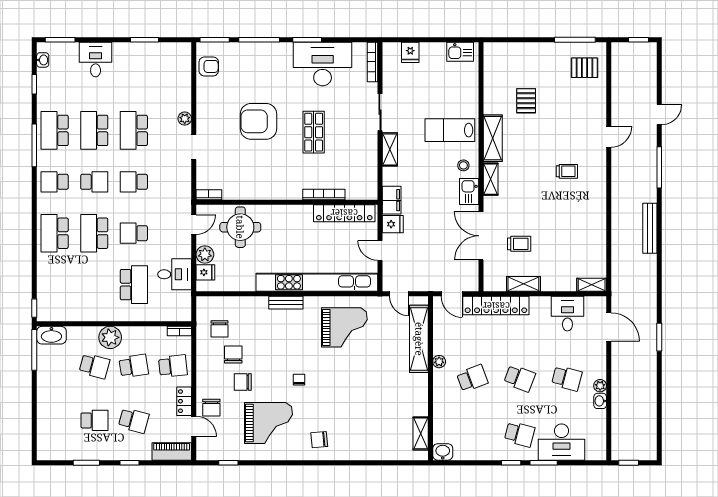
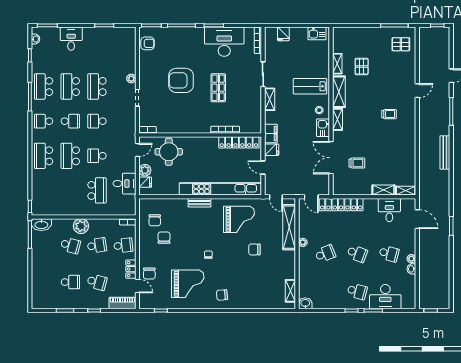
shelving: (490, 96) -> (337, 64), added
shelving: (523, 284) -> (383, 190), moved
chair: (243, 382) -> (254, 249), moved

